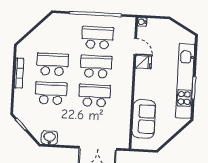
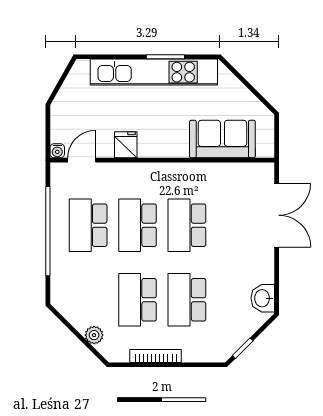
plant: (33, 38) -> (94, 335), added
door: (135, 47) -> (82, 160), moved

